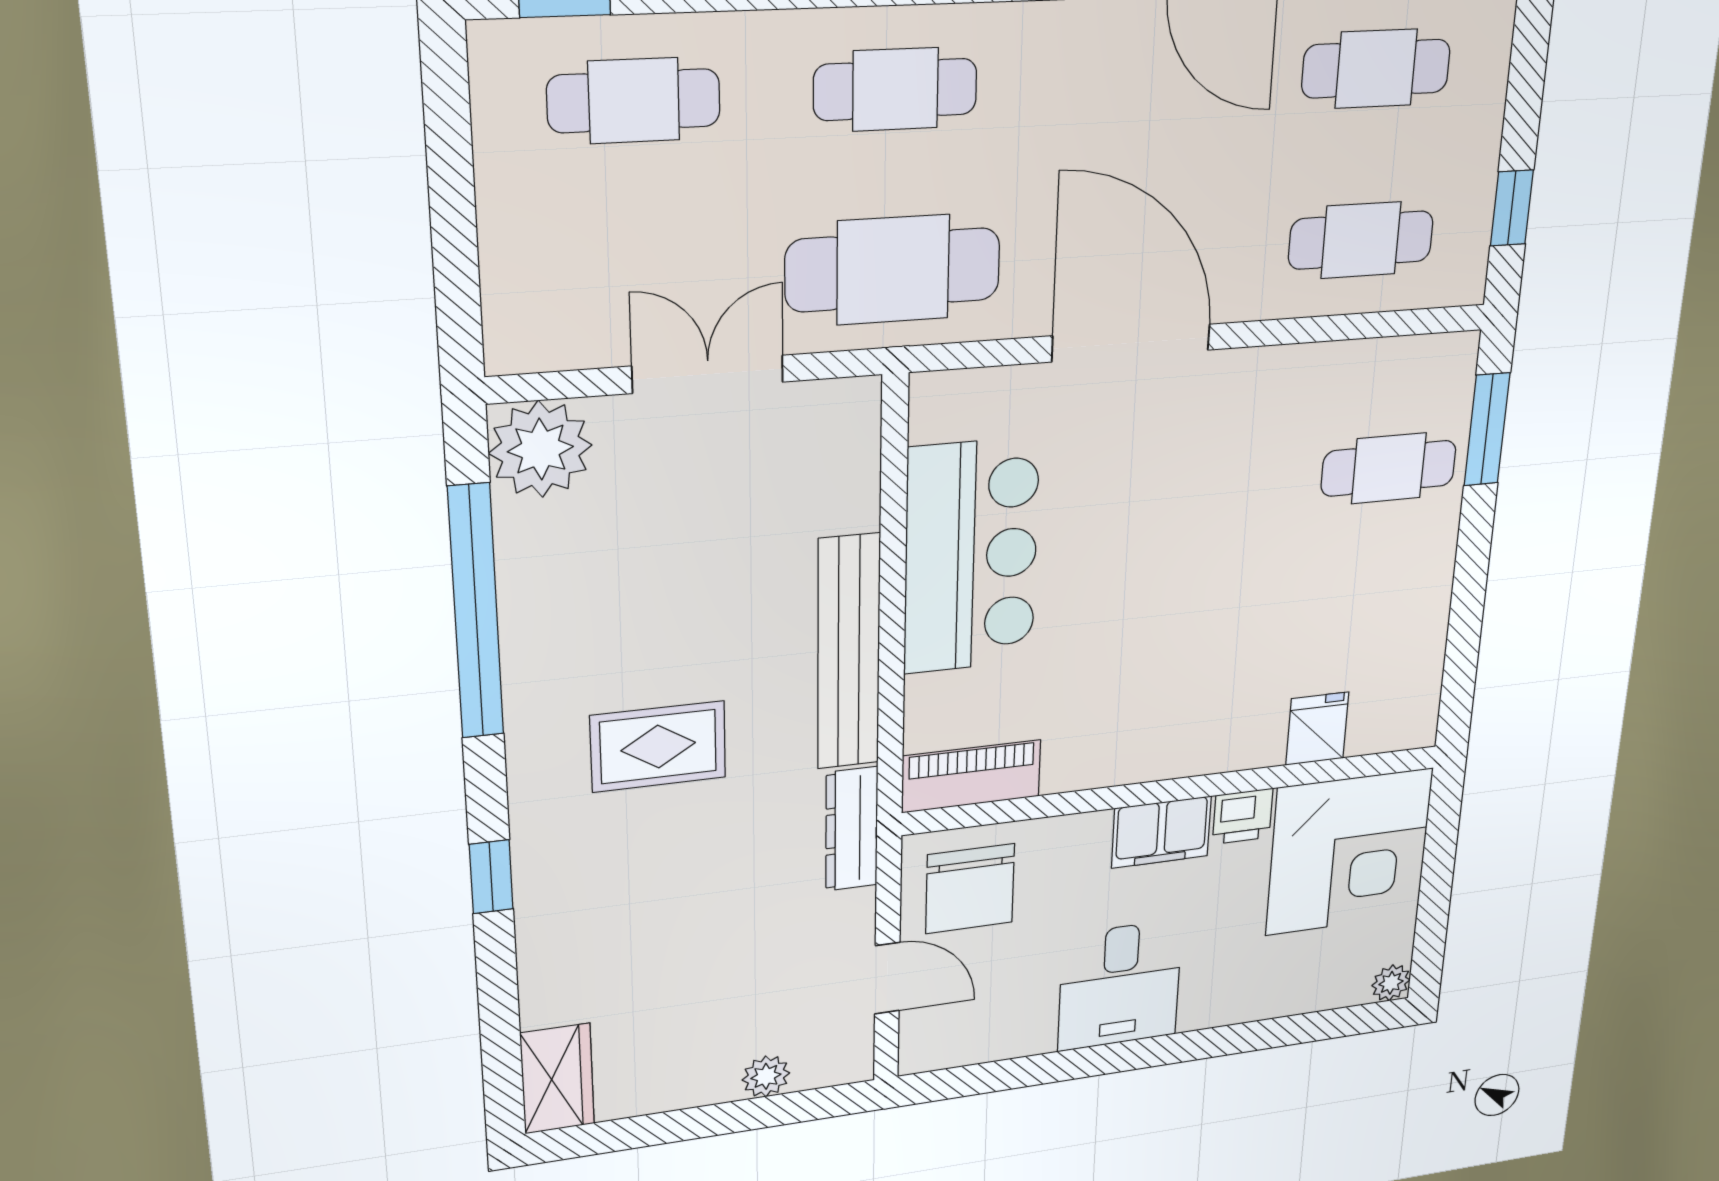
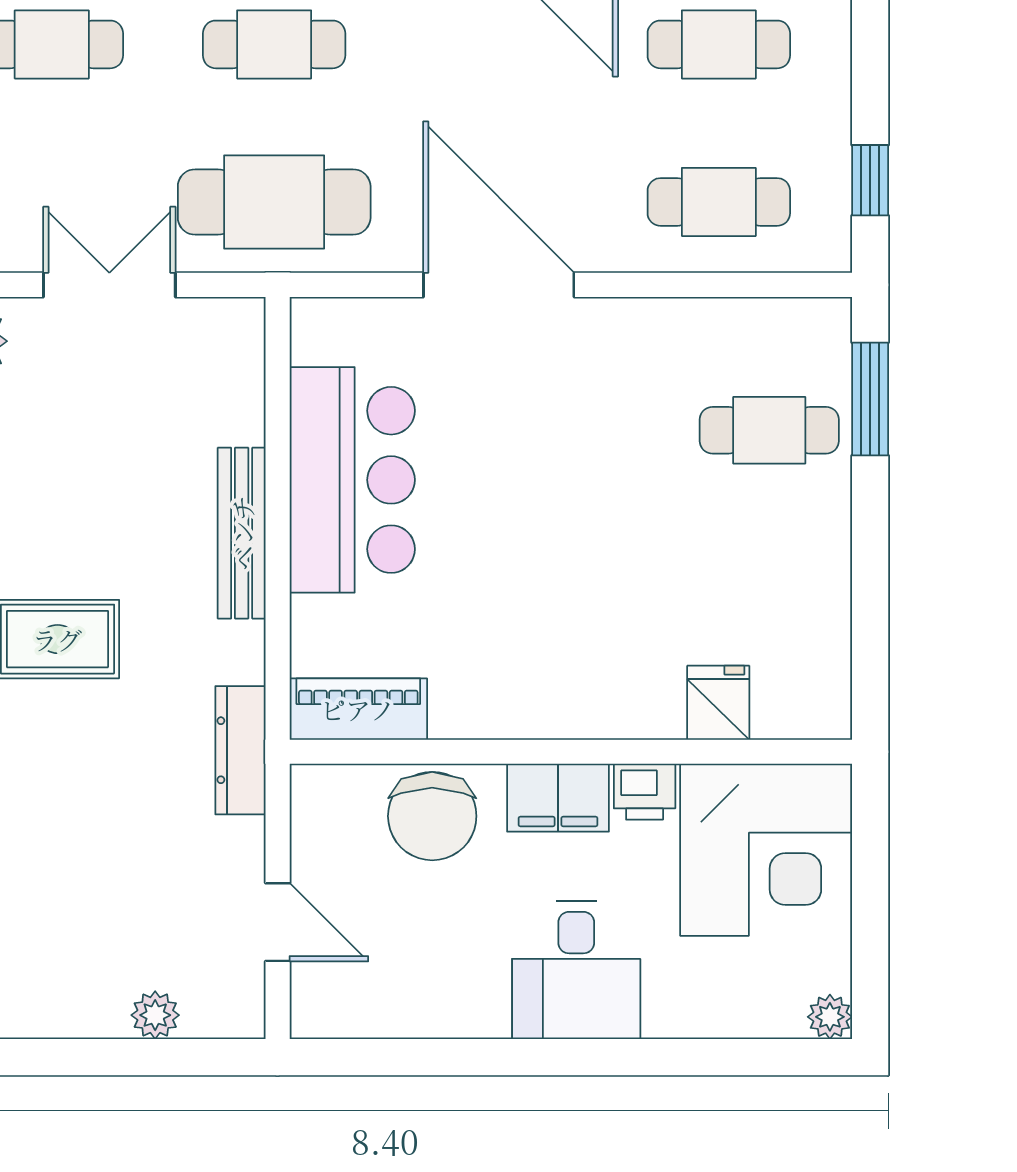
bench: (849, 652) -> (242, 533), width x0.73, depth x0.82
chair: (970, 889) -> (432, 816), moved
desk: (1120, 985) -> (576, 970), moved

